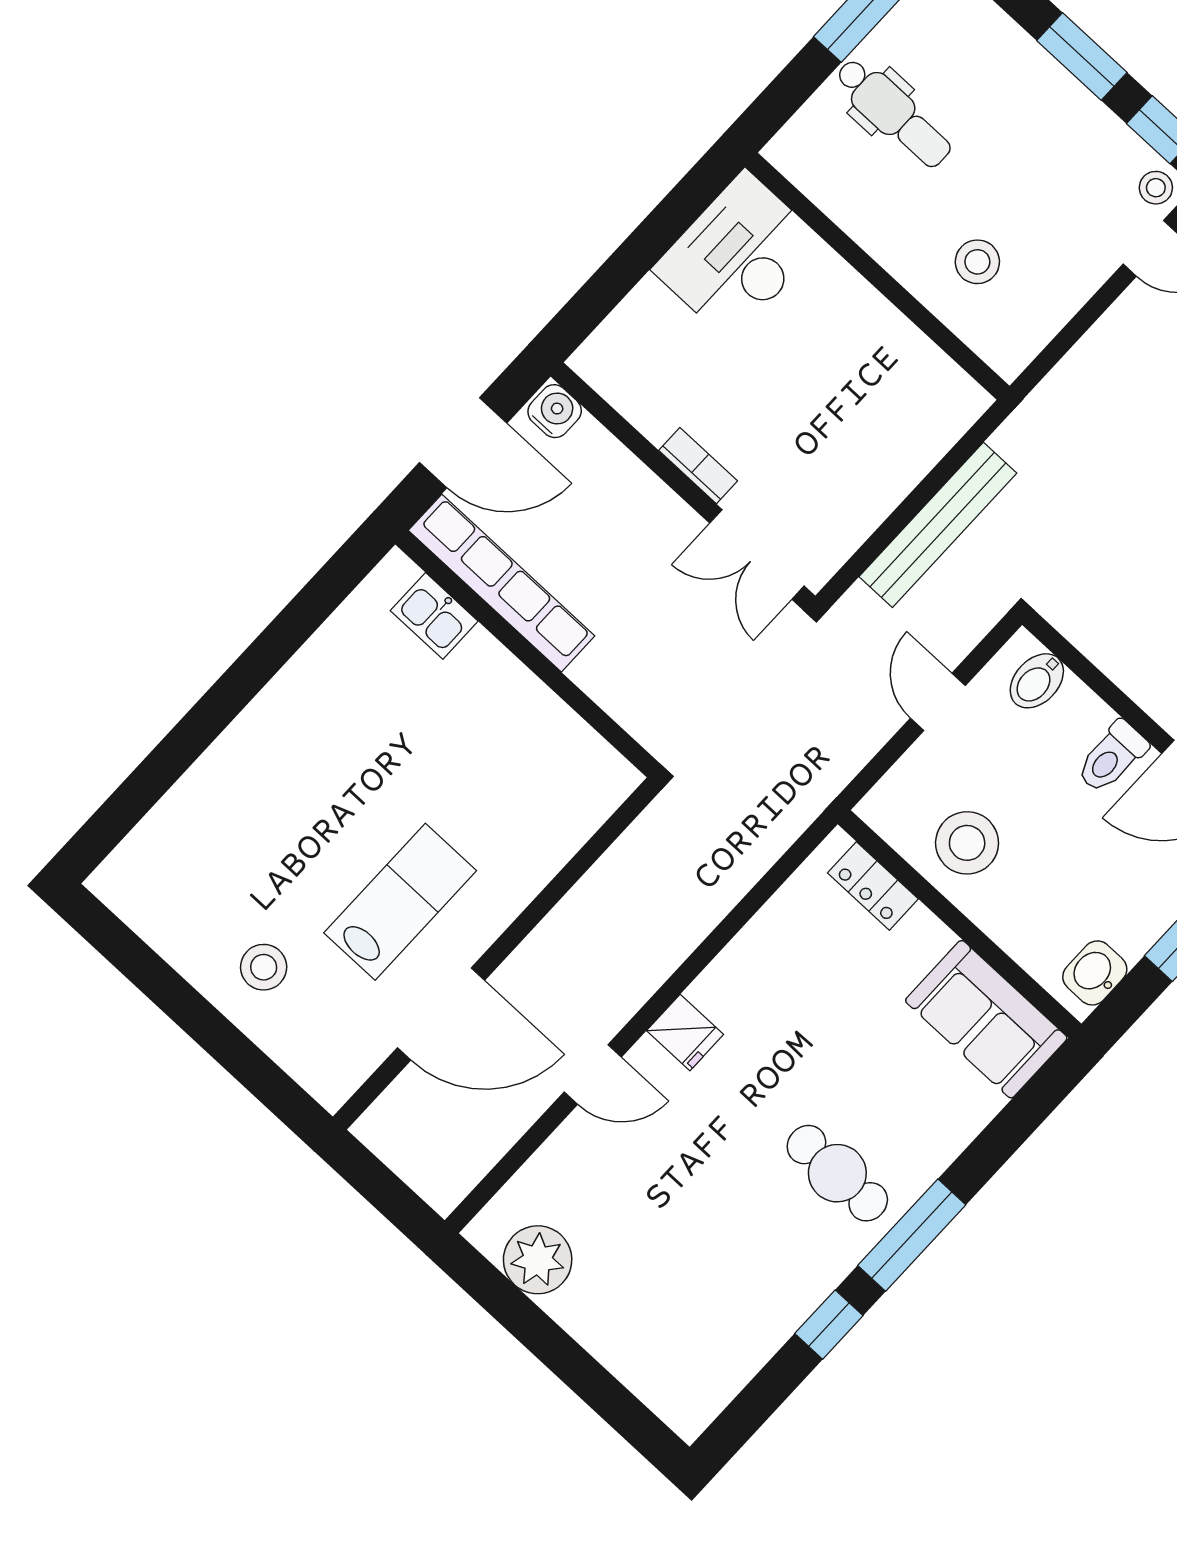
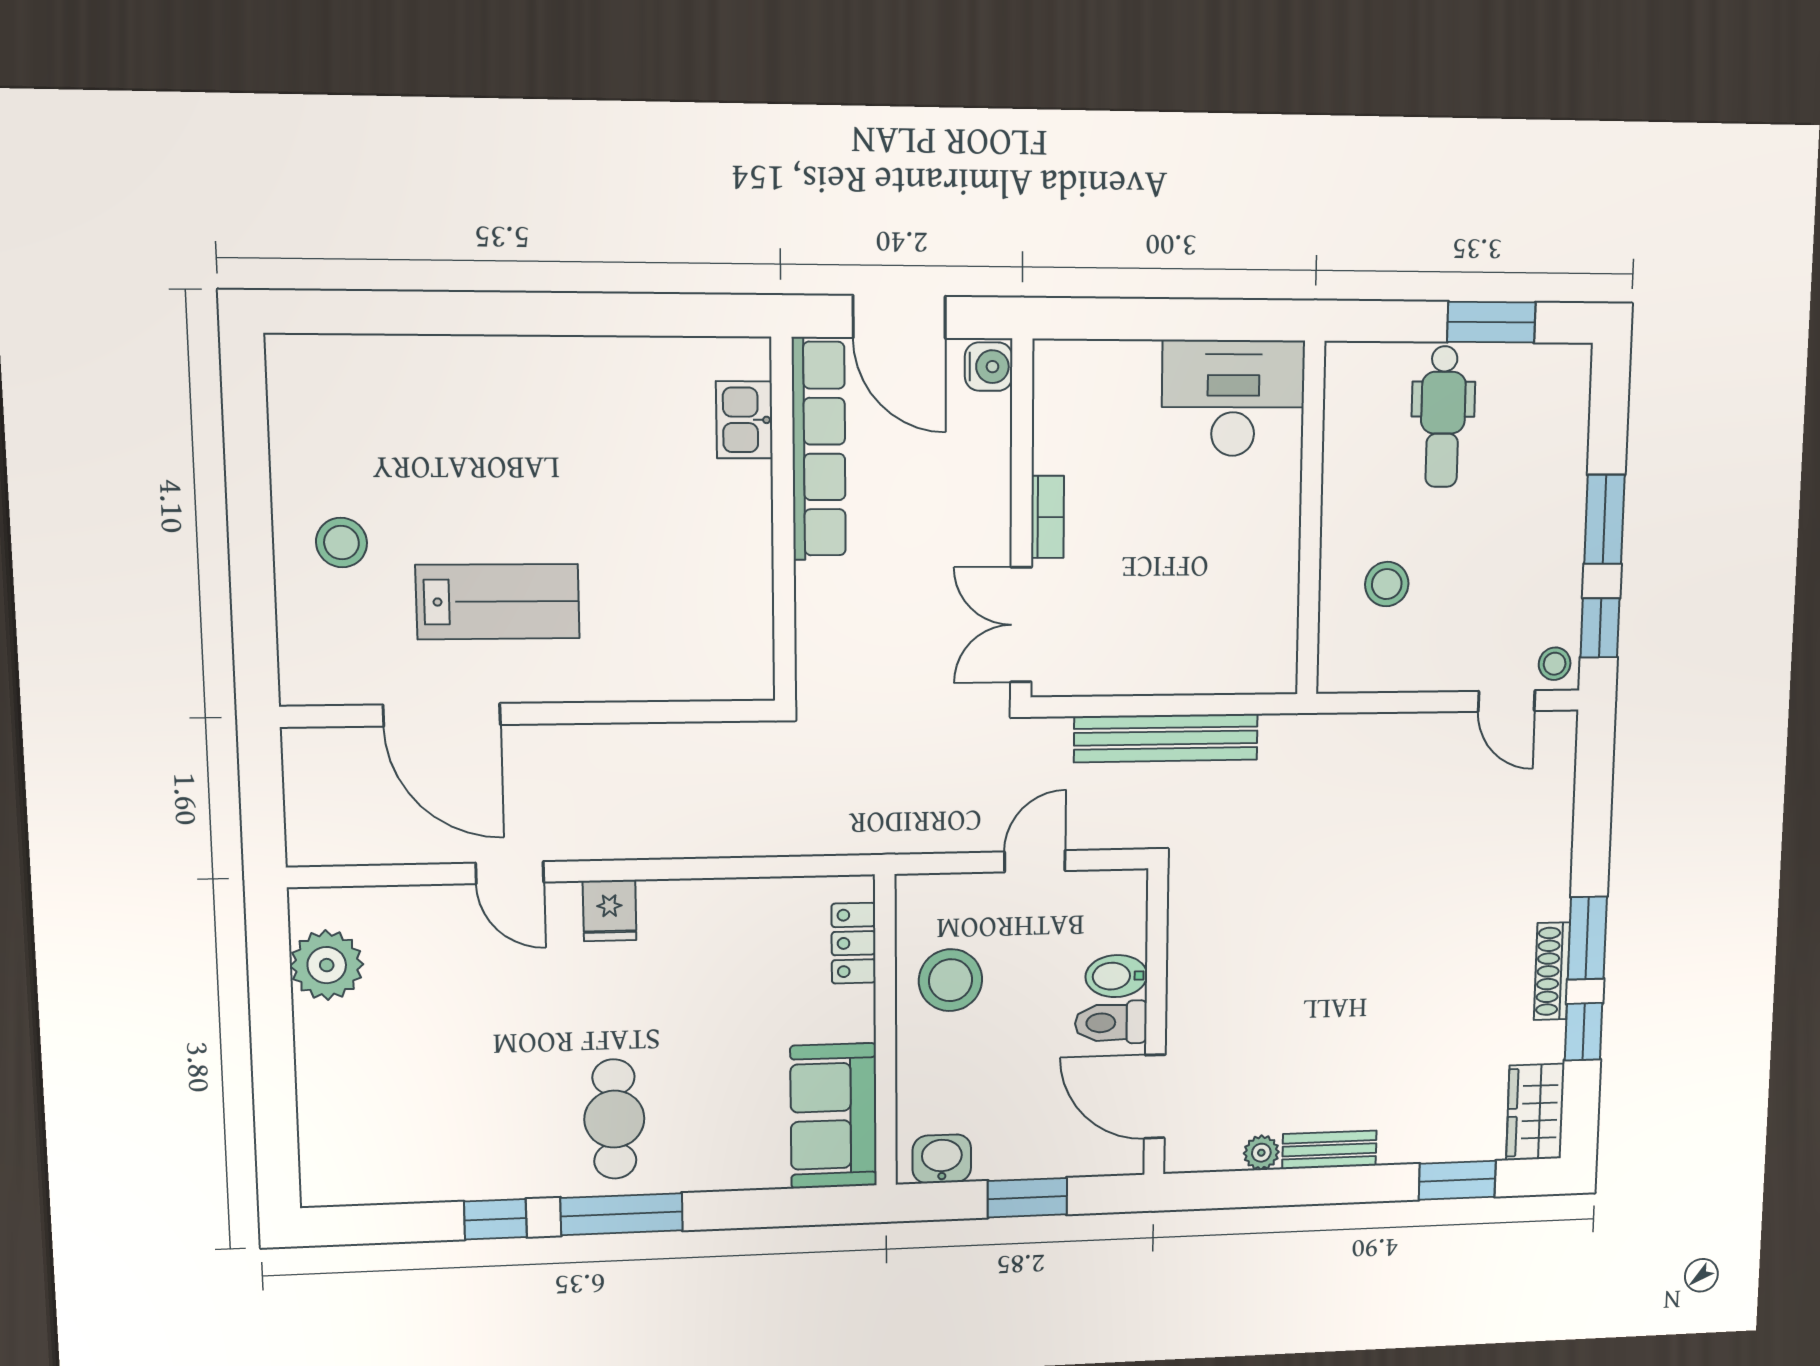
bidet: (1037, 681) -> (1116, 976), moved

